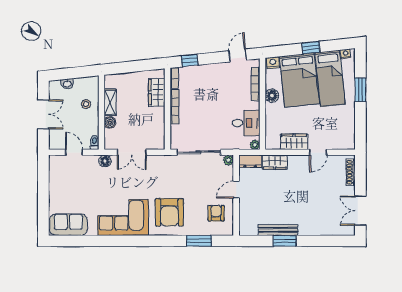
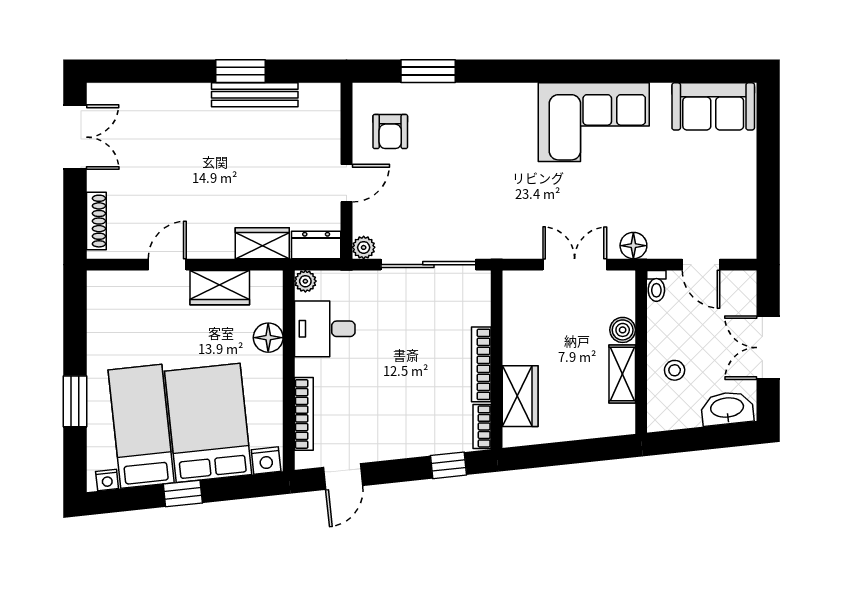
washbasin: (67, 84) -> (727, 408), width x1.91, depth x1.45
floor lamp: (272, 96) -> (268, 338), moved
armchair: (169, 212) -> (492, 134), removed

